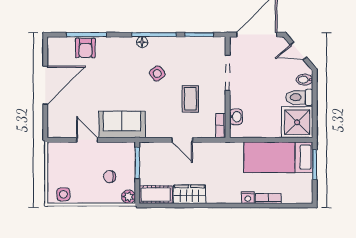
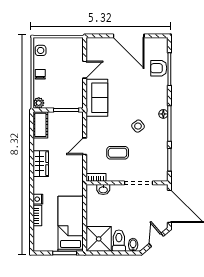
chair: (110, 177) -> (40, 74), moved
wardrobe: (190, 194) -> (41, 164), moved

